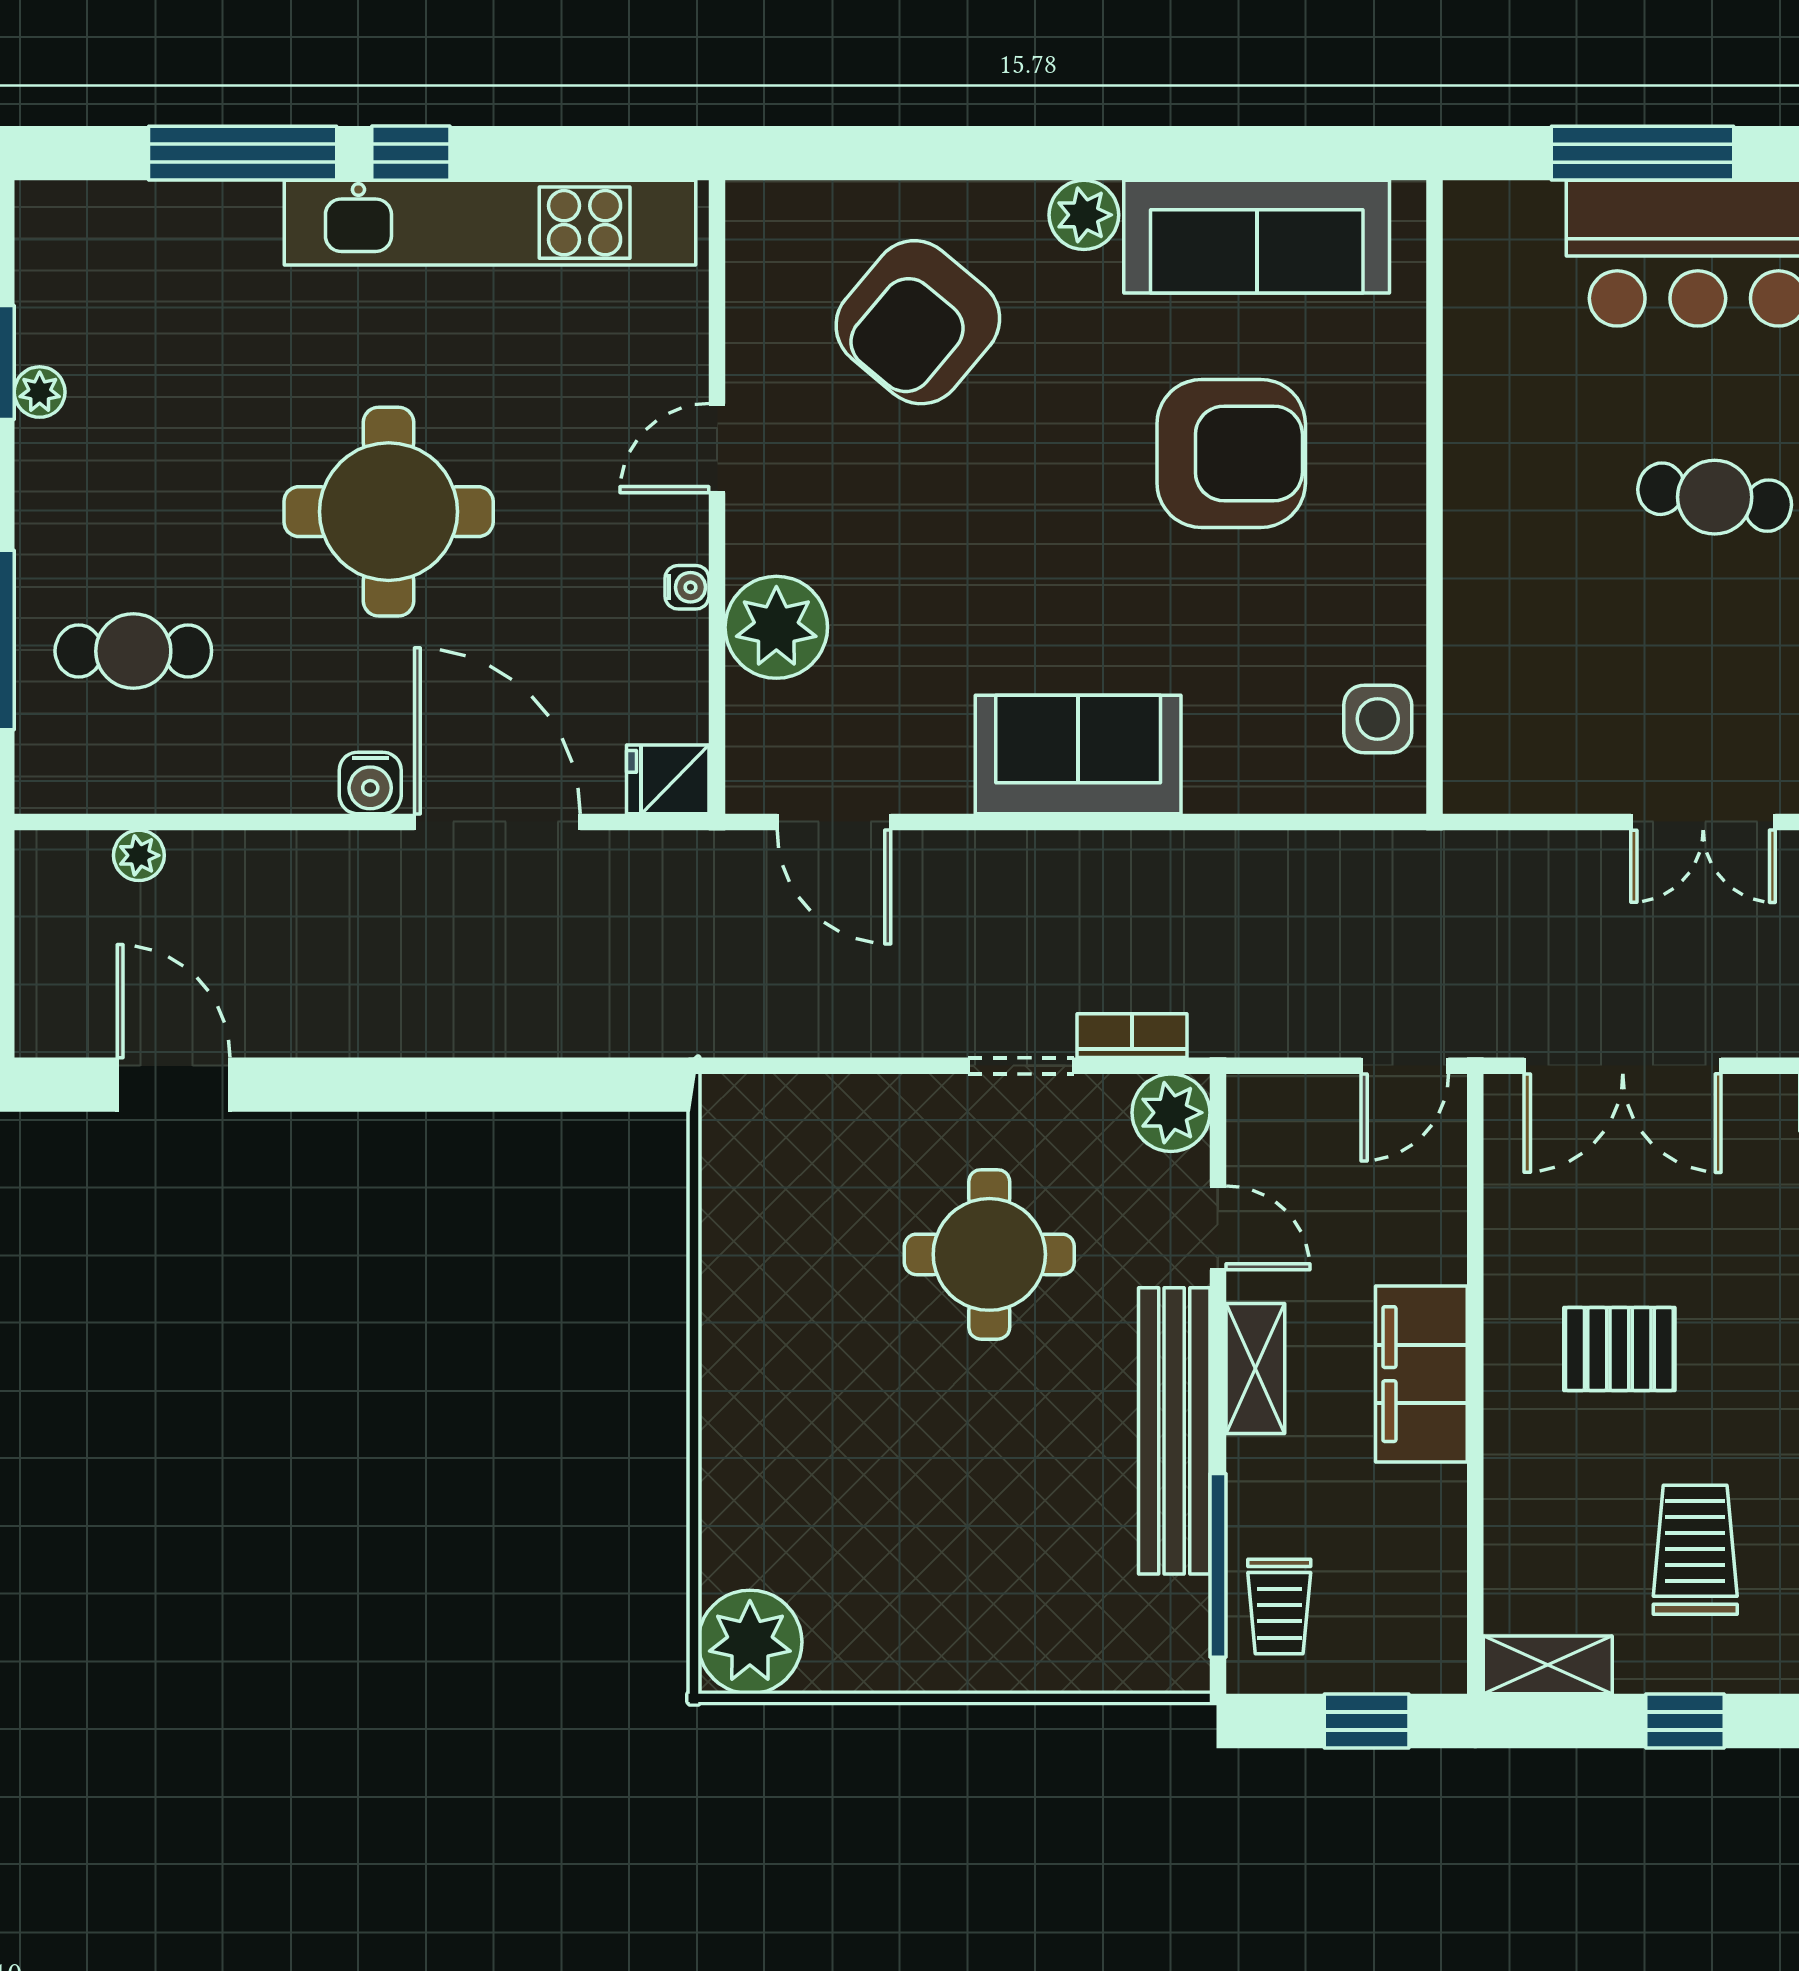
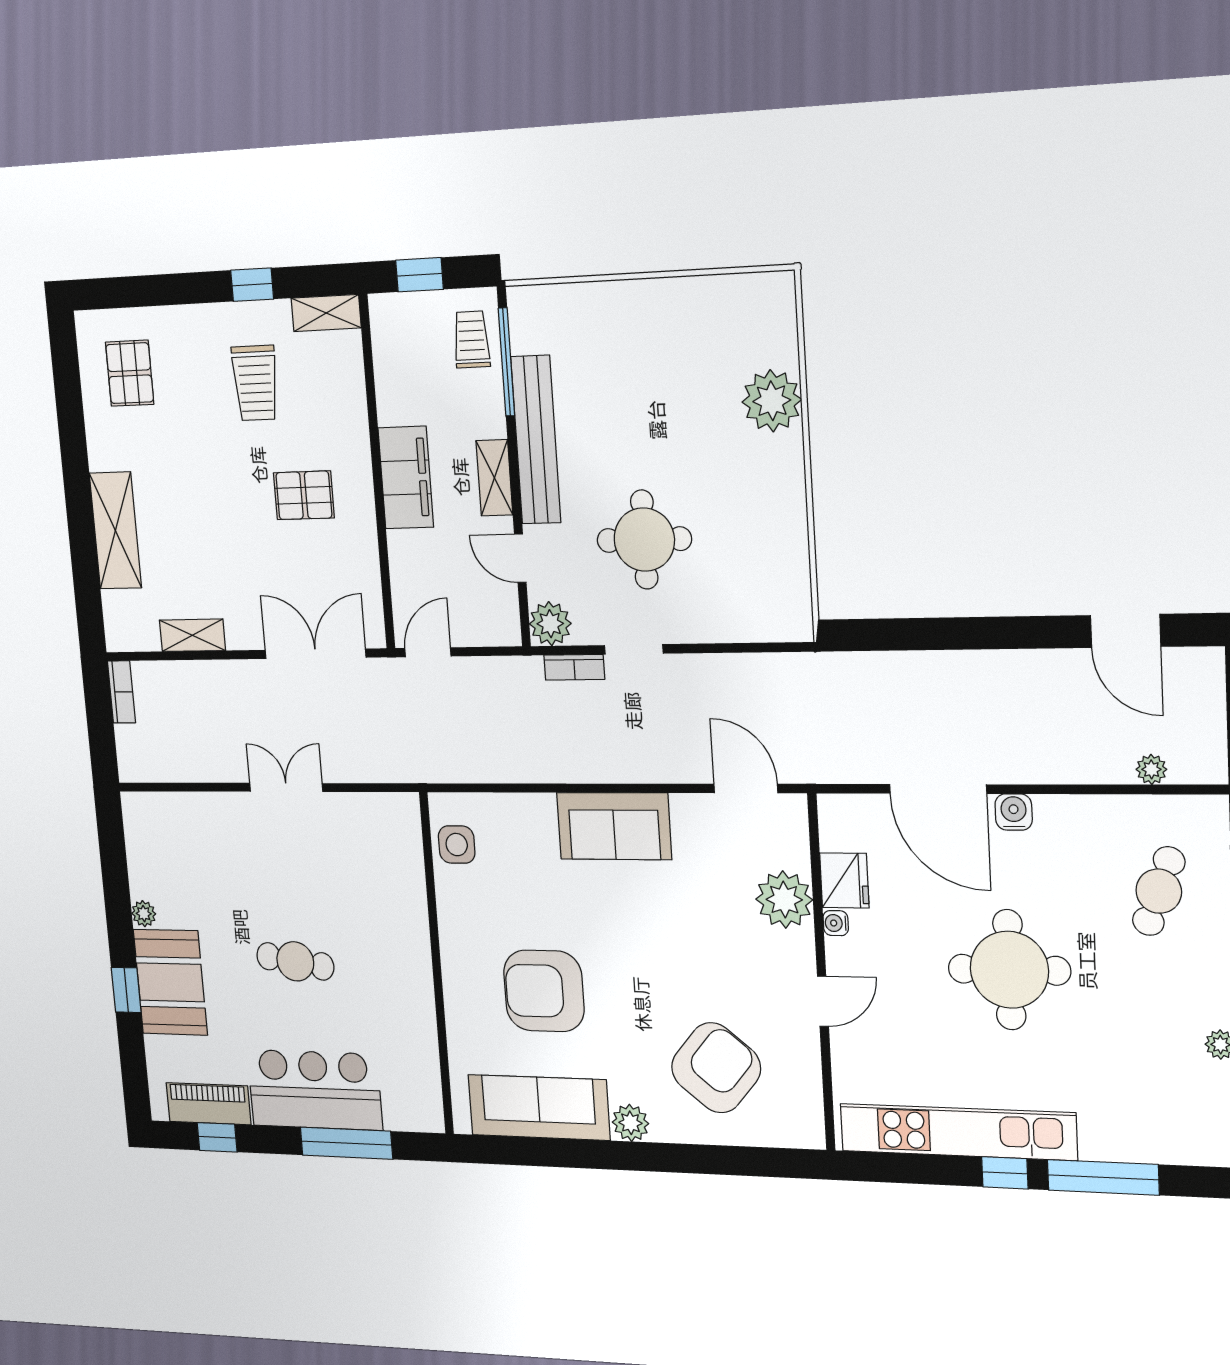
cafe table: (133, 651) -> (1159, 891), turned -70
fridge: (668, 779) -> (844, 880), moved, width x1.38
plant: (750, 1642) -> (772, 401), moved

